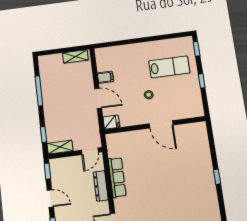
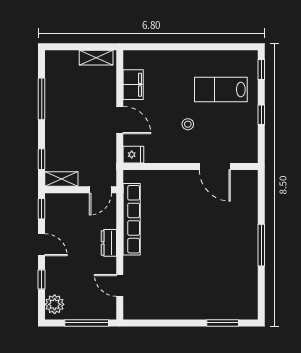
lab bench: (169, 67) -> (221, 89), turned 180
filing cabinet: (105, 77) -> (133, 85), width x2.00
door: (161, 124) -> (215, 167), moved
row of seats: (117, 177) -> (132, 219), width x1.36
window: (217, 177) -> (261, 245), width x2.17
dresser: (101, 186) -> (109, 243), width x0.70

